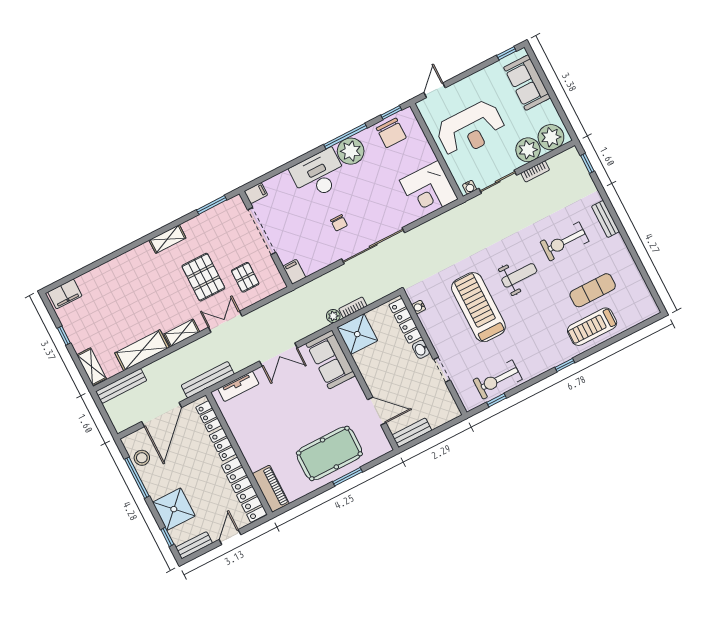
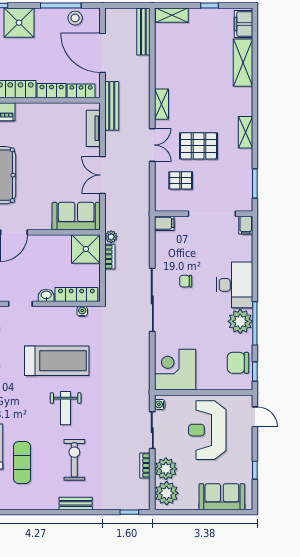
window: (506, 53) -> (255, 470), moved
shelving: (142, 350) -> (243, 63), moved

